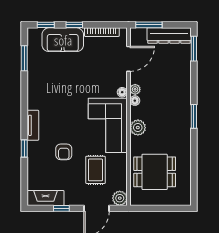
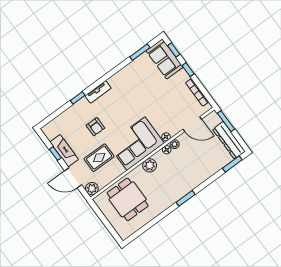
sofa: (63, 40) -> (165, 59), moved
armchair: (64, 152) -> (95, 127), turned -90
fireplace: (45, 198) -> (64, 151), moved

